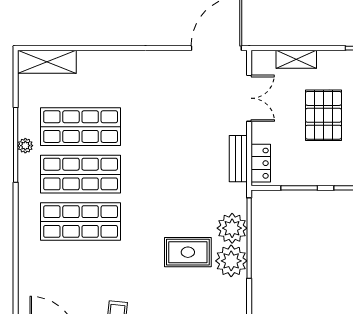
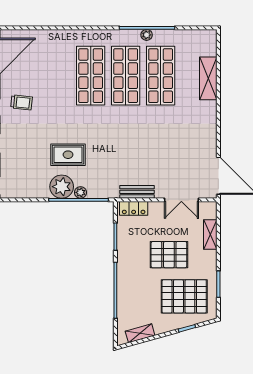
shelving: (47, 62) -> (208, 78), moved
plant: (232, 228) -> (81, 192), width x0.53, depth x0.53
rug: (188, 252) -> (68, 155), turned 90

